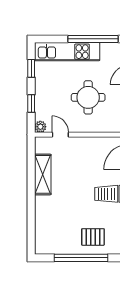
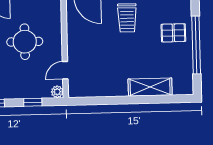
shelving: (43, 174) -> (150, 87), moved
pallet: (93, 237) -> (173, 33), turned 90

